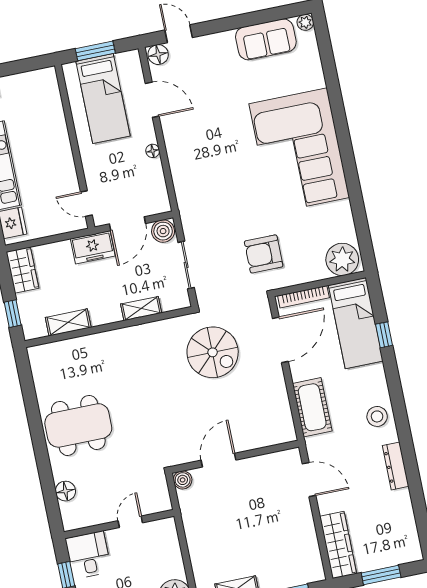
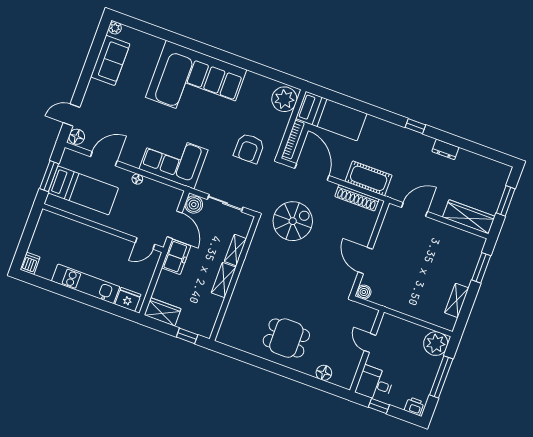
corner sofa: (199, 178) -> (174, 160), added
shelving: (68, 322) -> (224, 280), moved
window: (384, 335) -> (415, 126), moved
shoe rack: (282, 408) -> (357, 198), added
stool: (377, 416) -> (401, 140), removed
dining table: (78, 425) -> (286, 338), width x0.73
dresser: (396, 466) -> (445, 149), width x0.70

